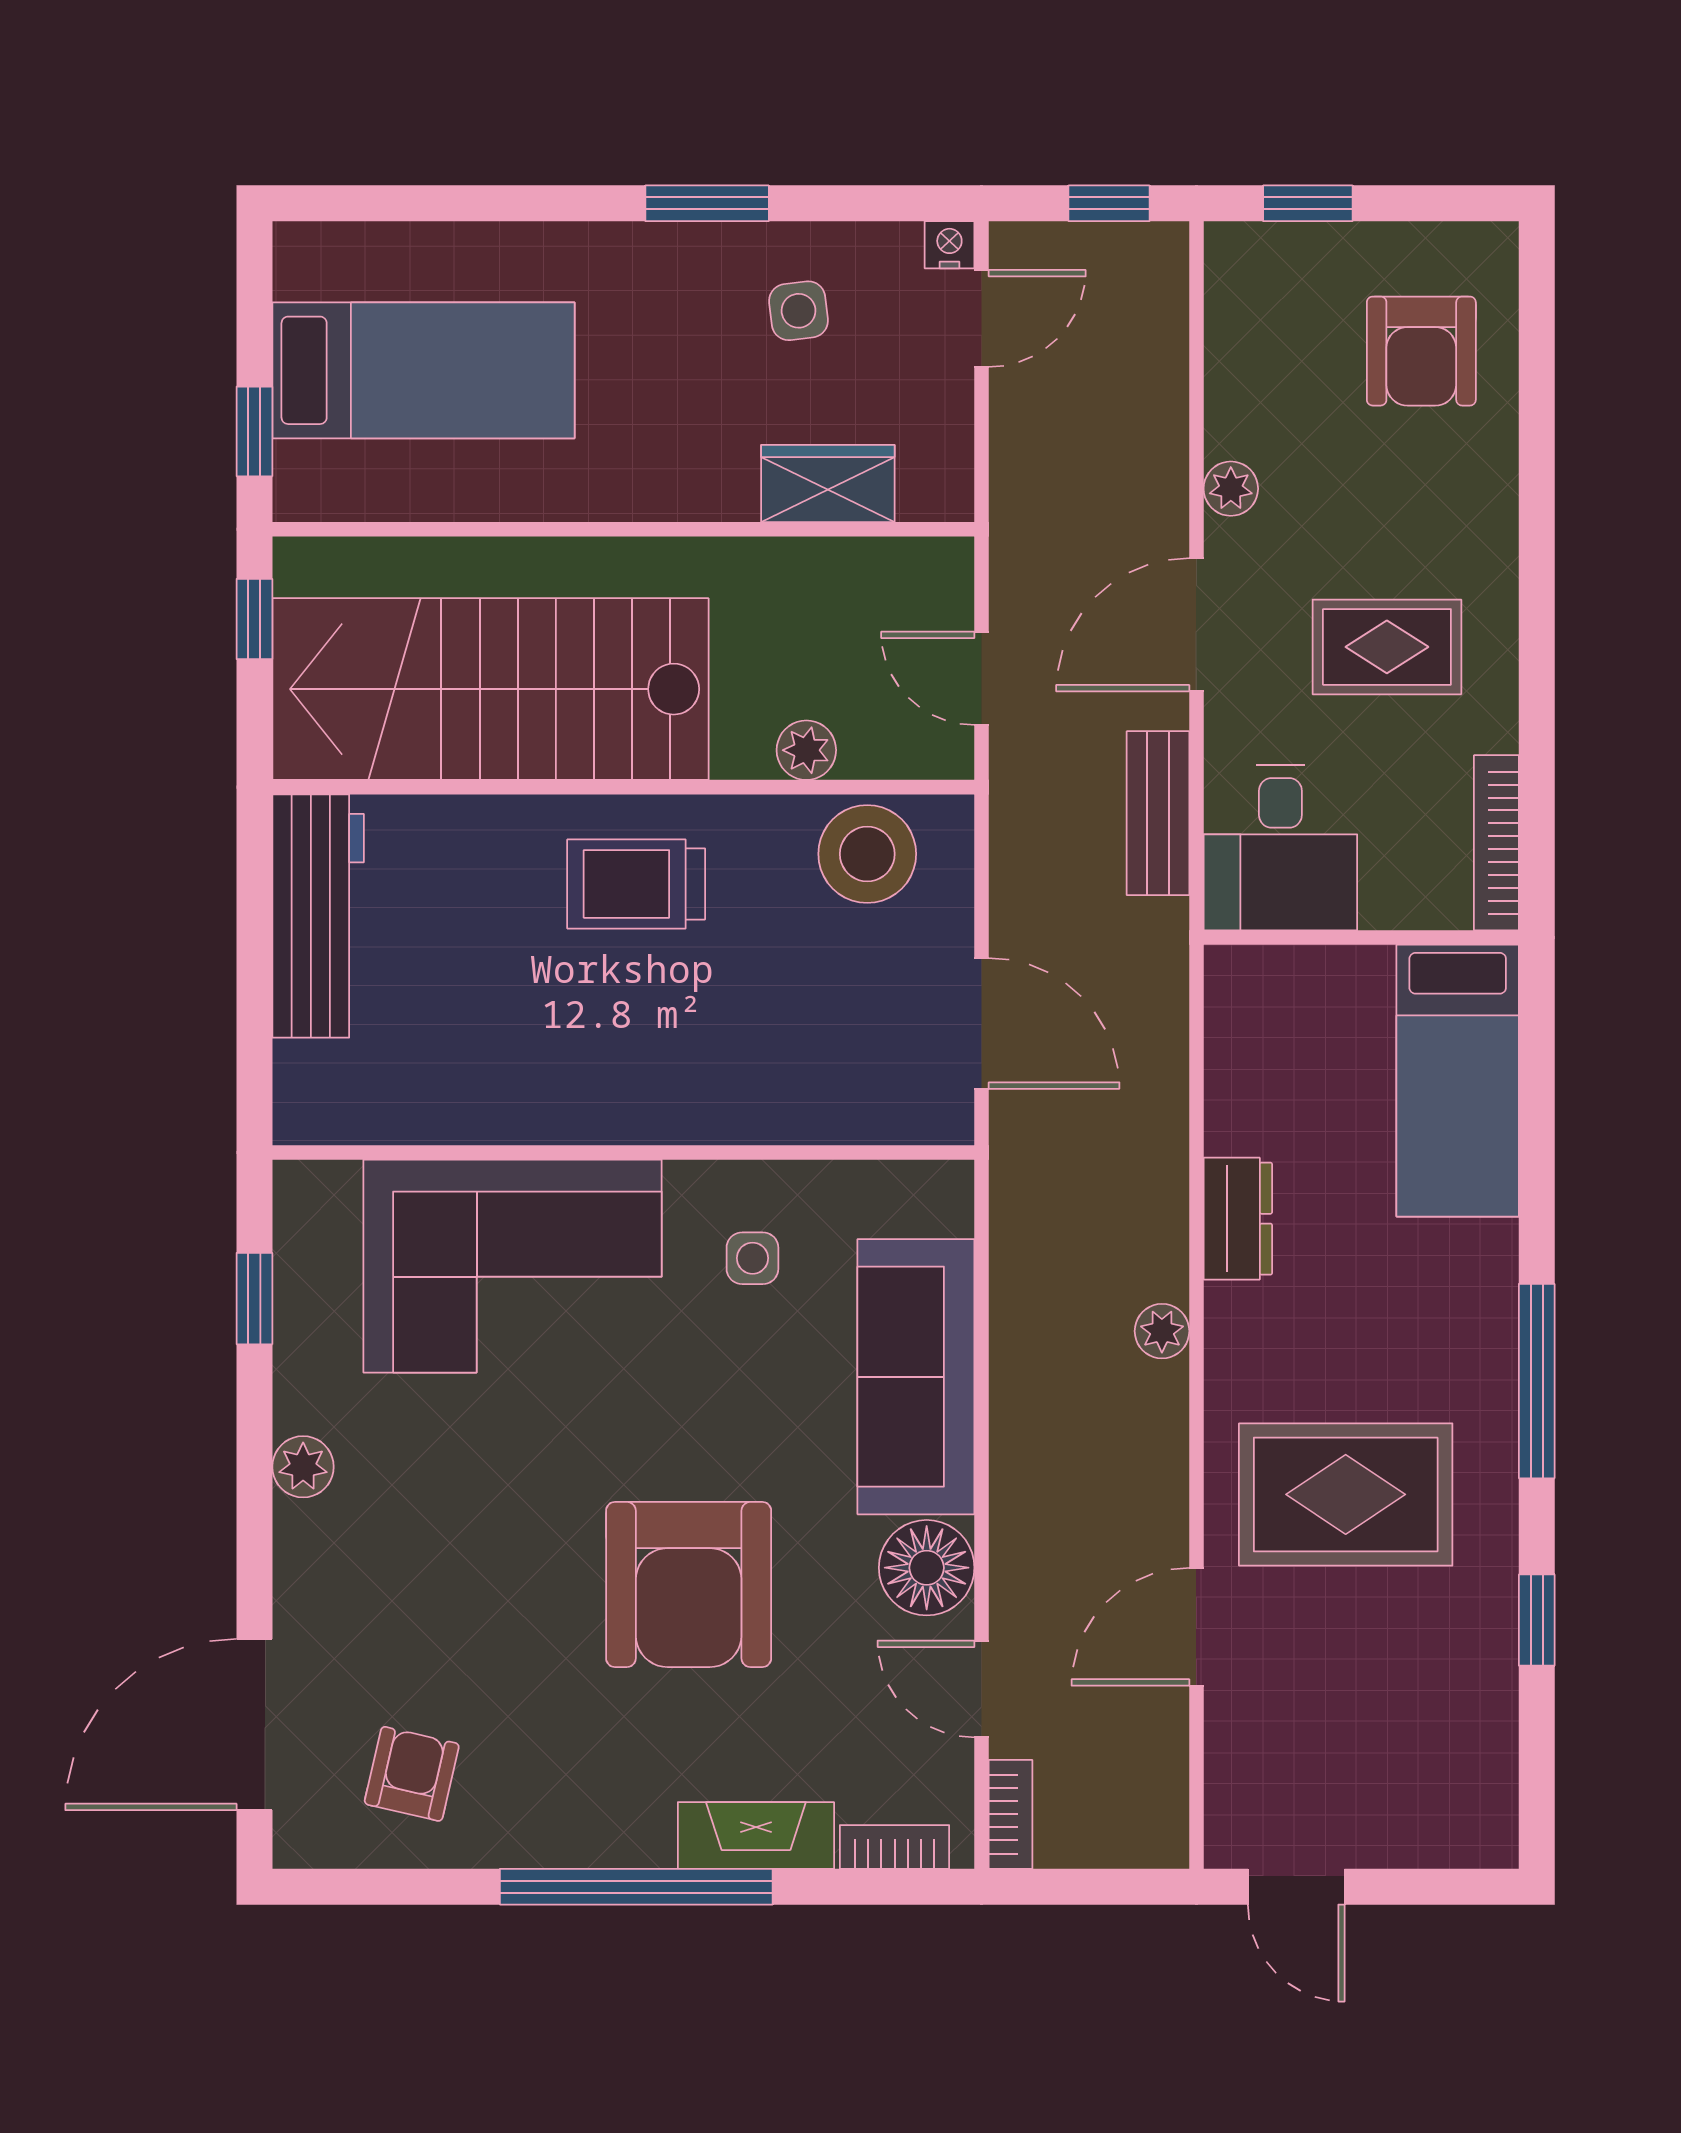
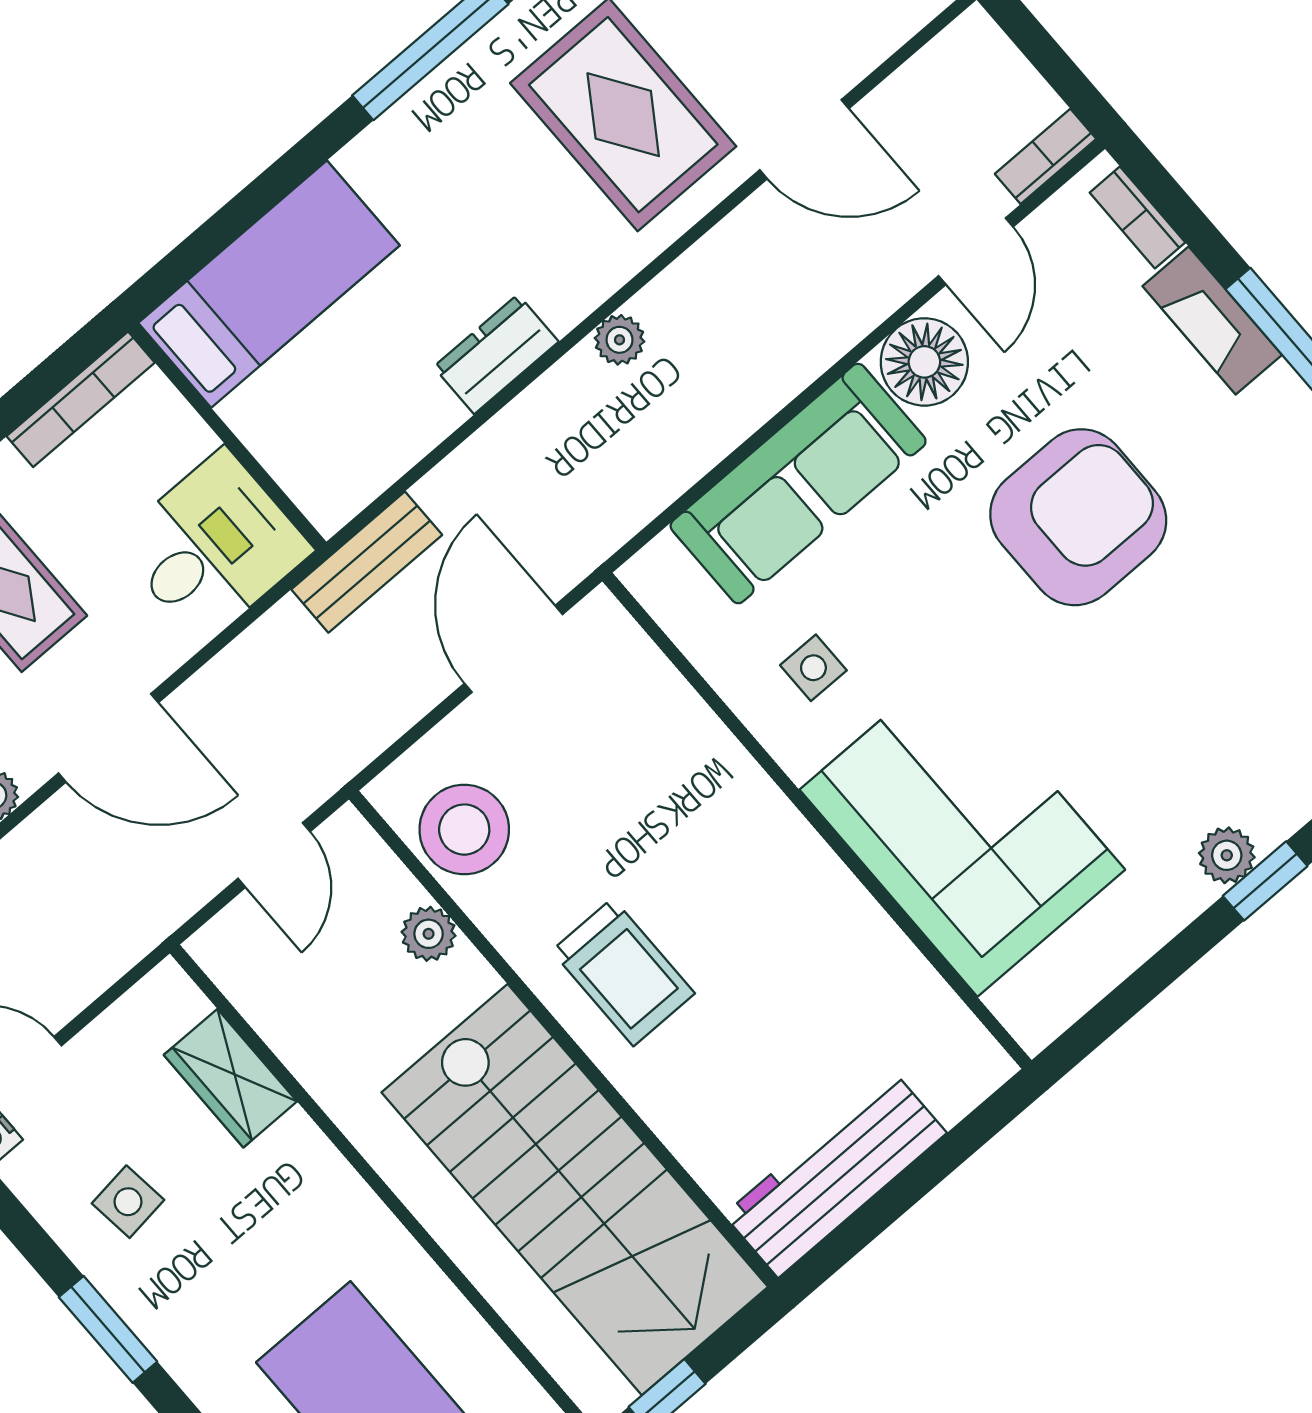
bench: (1158, 813) -> (367, 562), moved
window: (254, 1299) -> (1265, 881), moved

